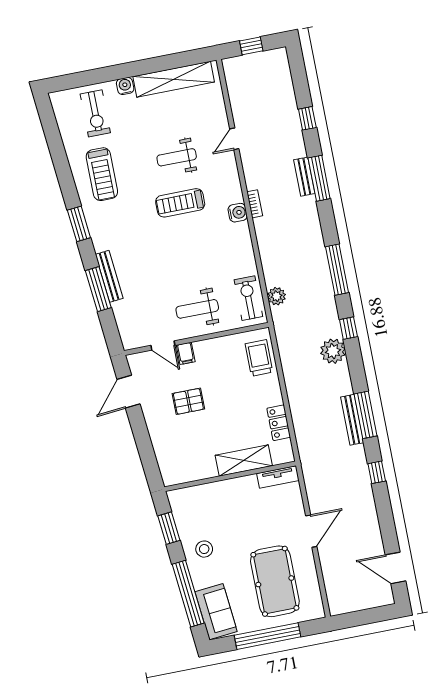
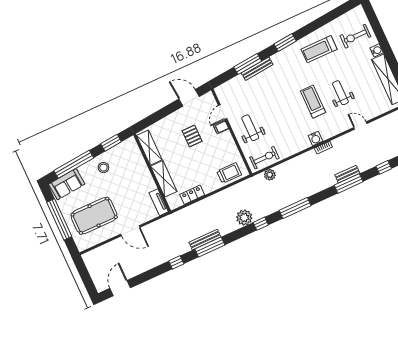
shelving: (190, 471) -> (149, 148), added

